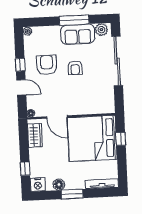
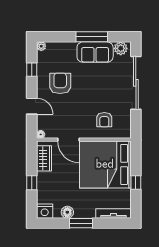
window: (20, 65) -> (32, 70), moved
armchair: (75, 68) -> (104, 120), moved
window: (121, 139) -> (136, 182), moved
window: (25, 169) -> (32, 183), moved

